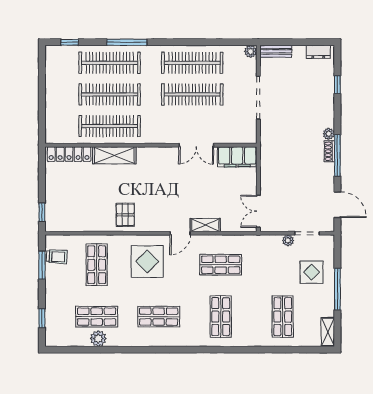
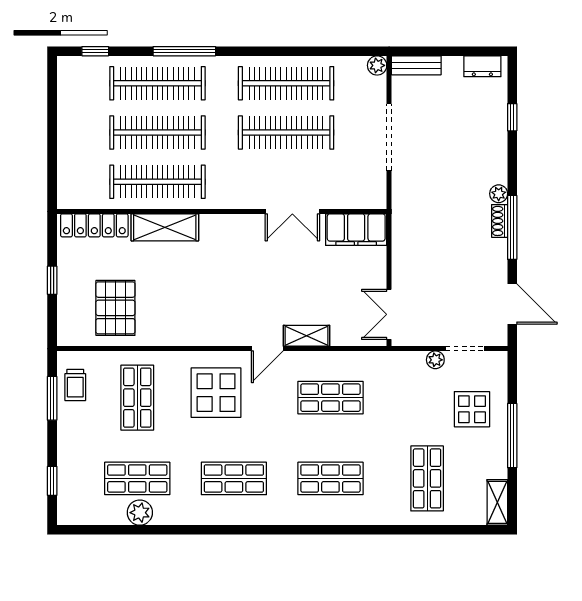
window: (42, 212) -> (52, 280), moved
pallet: (125, 215) -> (115, 308), moved, width x1.50, depth x1.42
trolley: (57, 257) -> (75, 385), turned 87
shop shelf: (221, 317) -> (330, 478), turned 90

